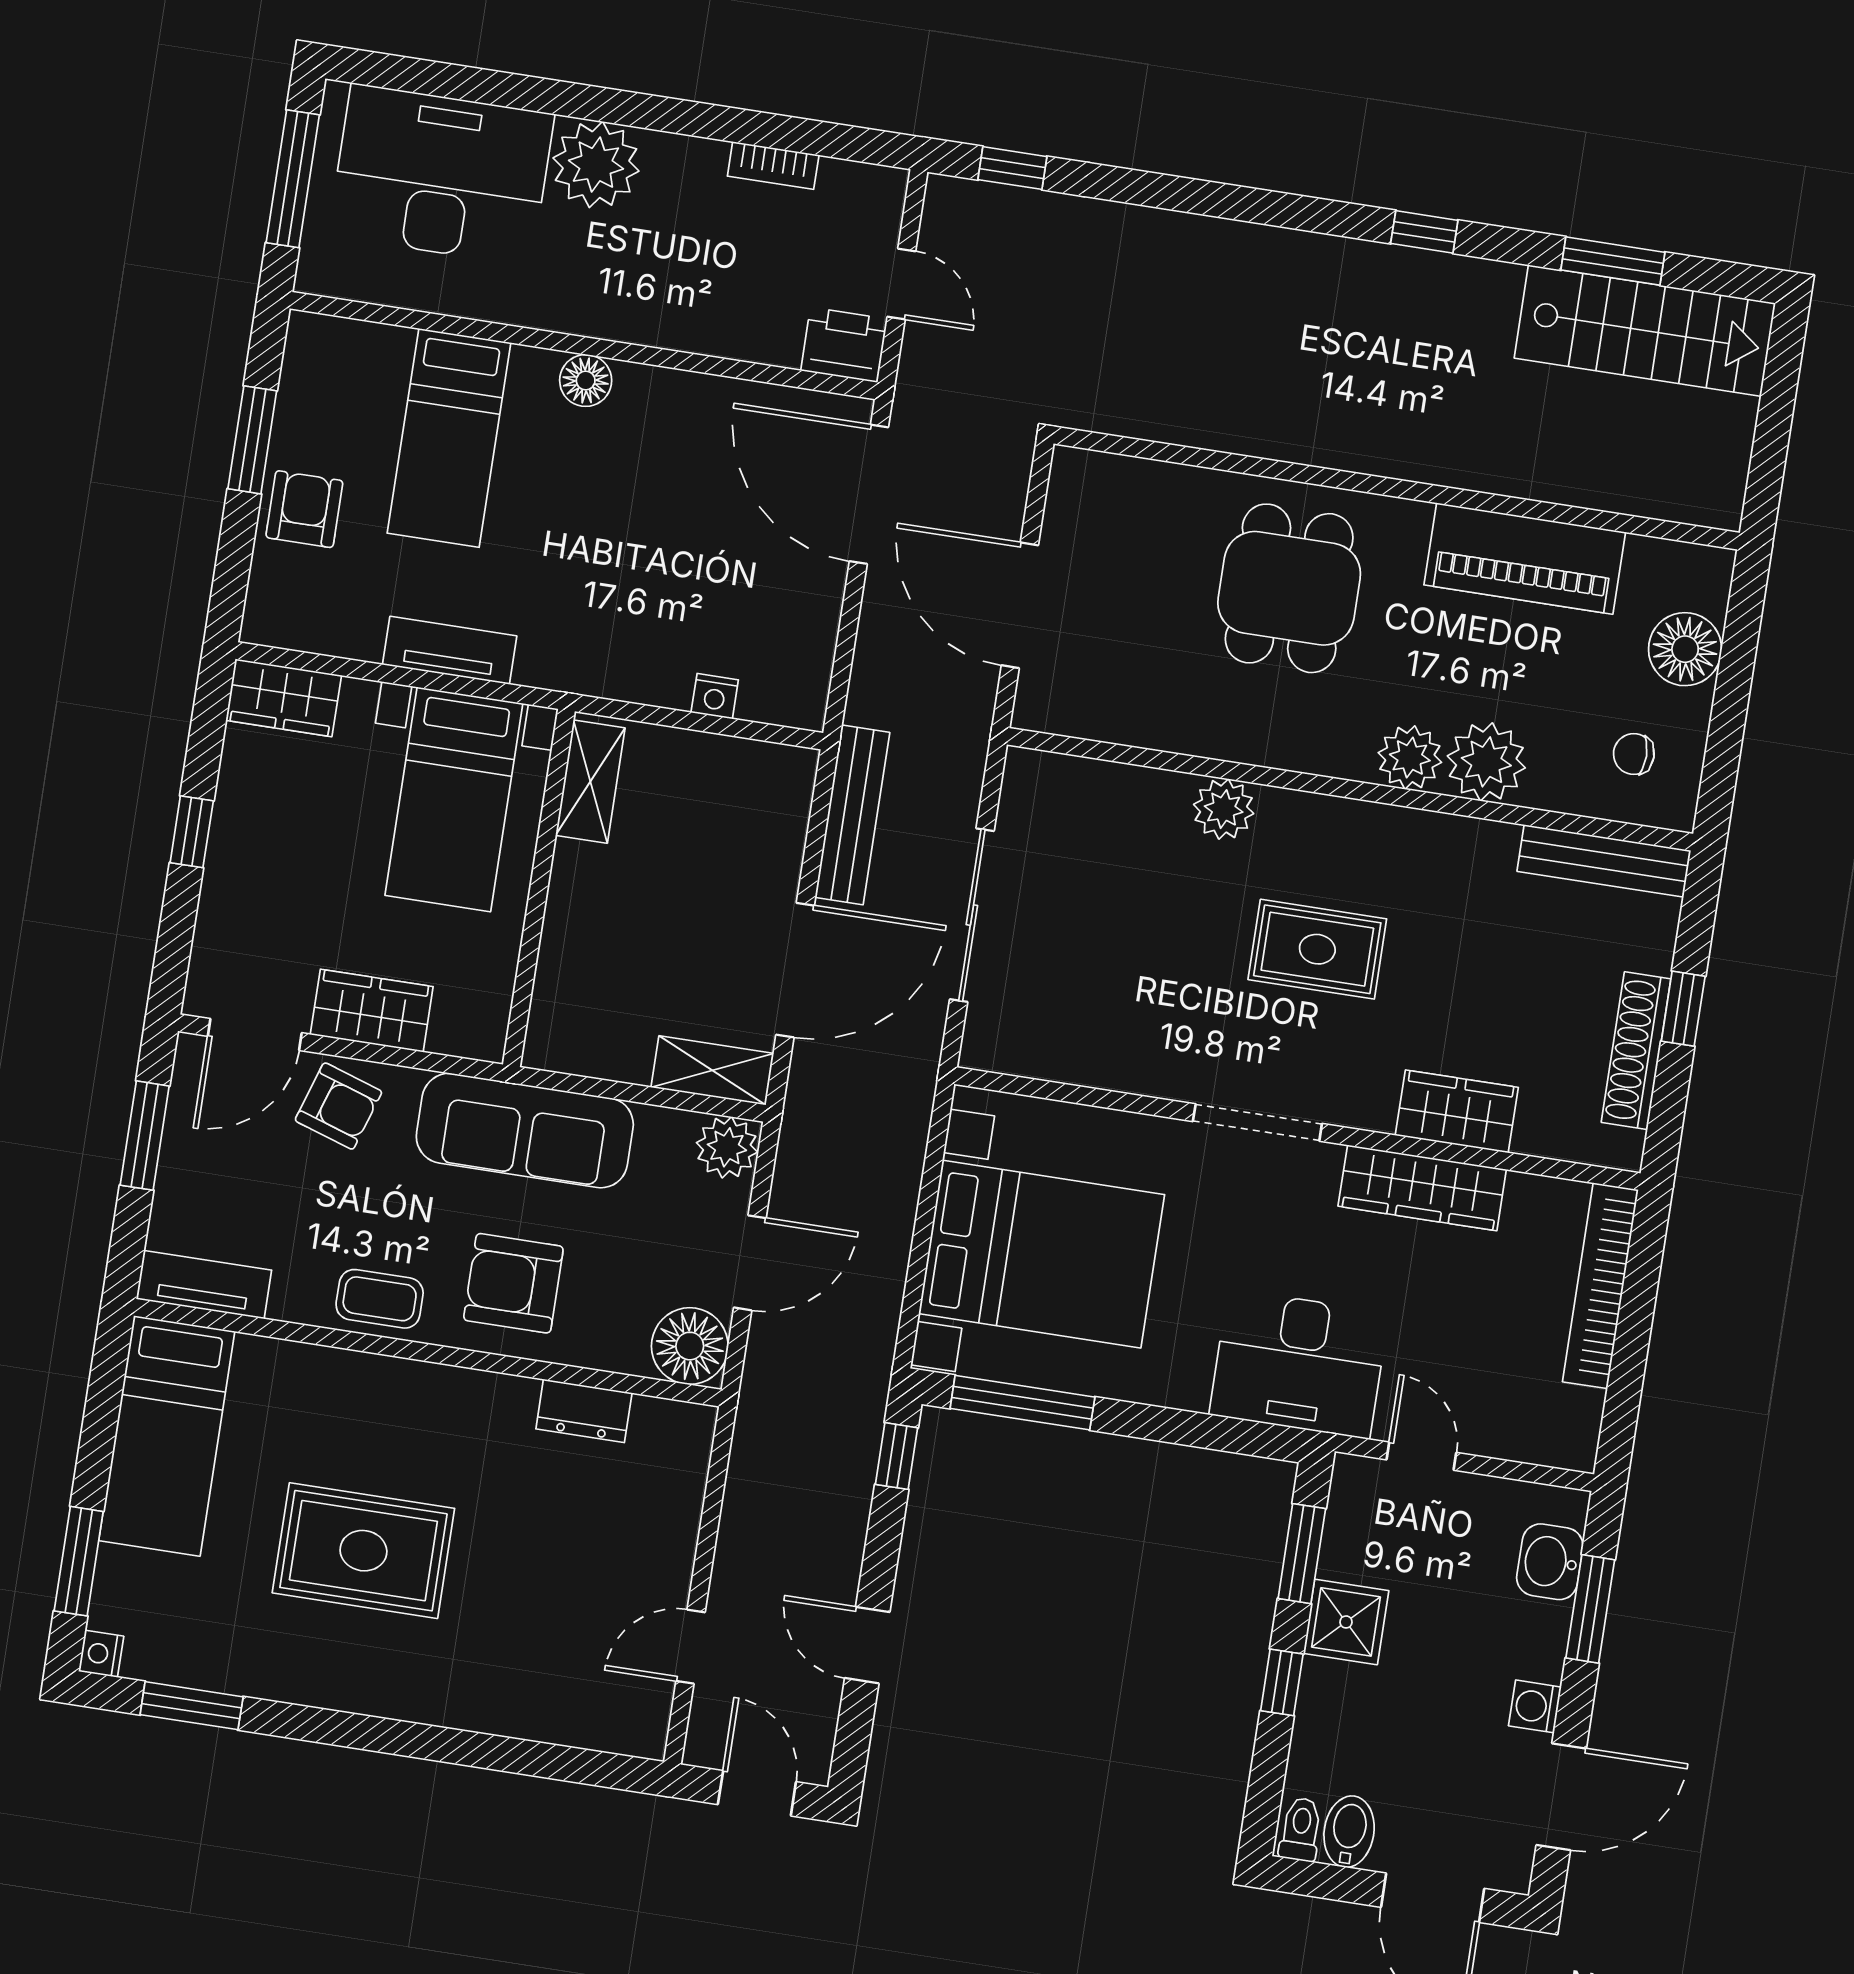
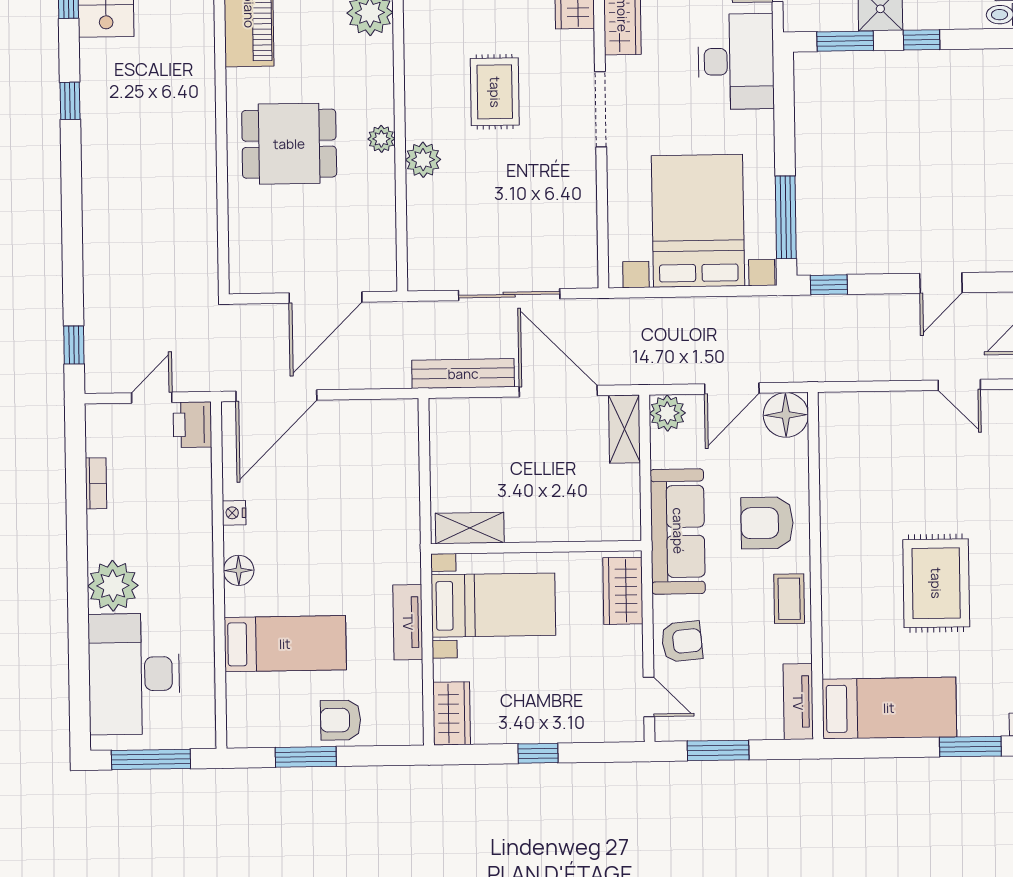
nightstand: (715, 696) -> (234, 513), moved, turned 180
plant: (1410, 758) -> (381, 139), moved, width x0.73, depth x0.73
wardrobe: (372, 1011) -> (623, 591), moved
door: (255, 1034) -> (649, 697), width x0.73
armchair: (338, 1106) -> (682, 641), turned 67
door: (750, 1263) -> (732, 388), swing flipped
armchair: (513, 1283) -> (767, 523), turned 90
dresser: (584, 1411) -> (834, 470), removed

